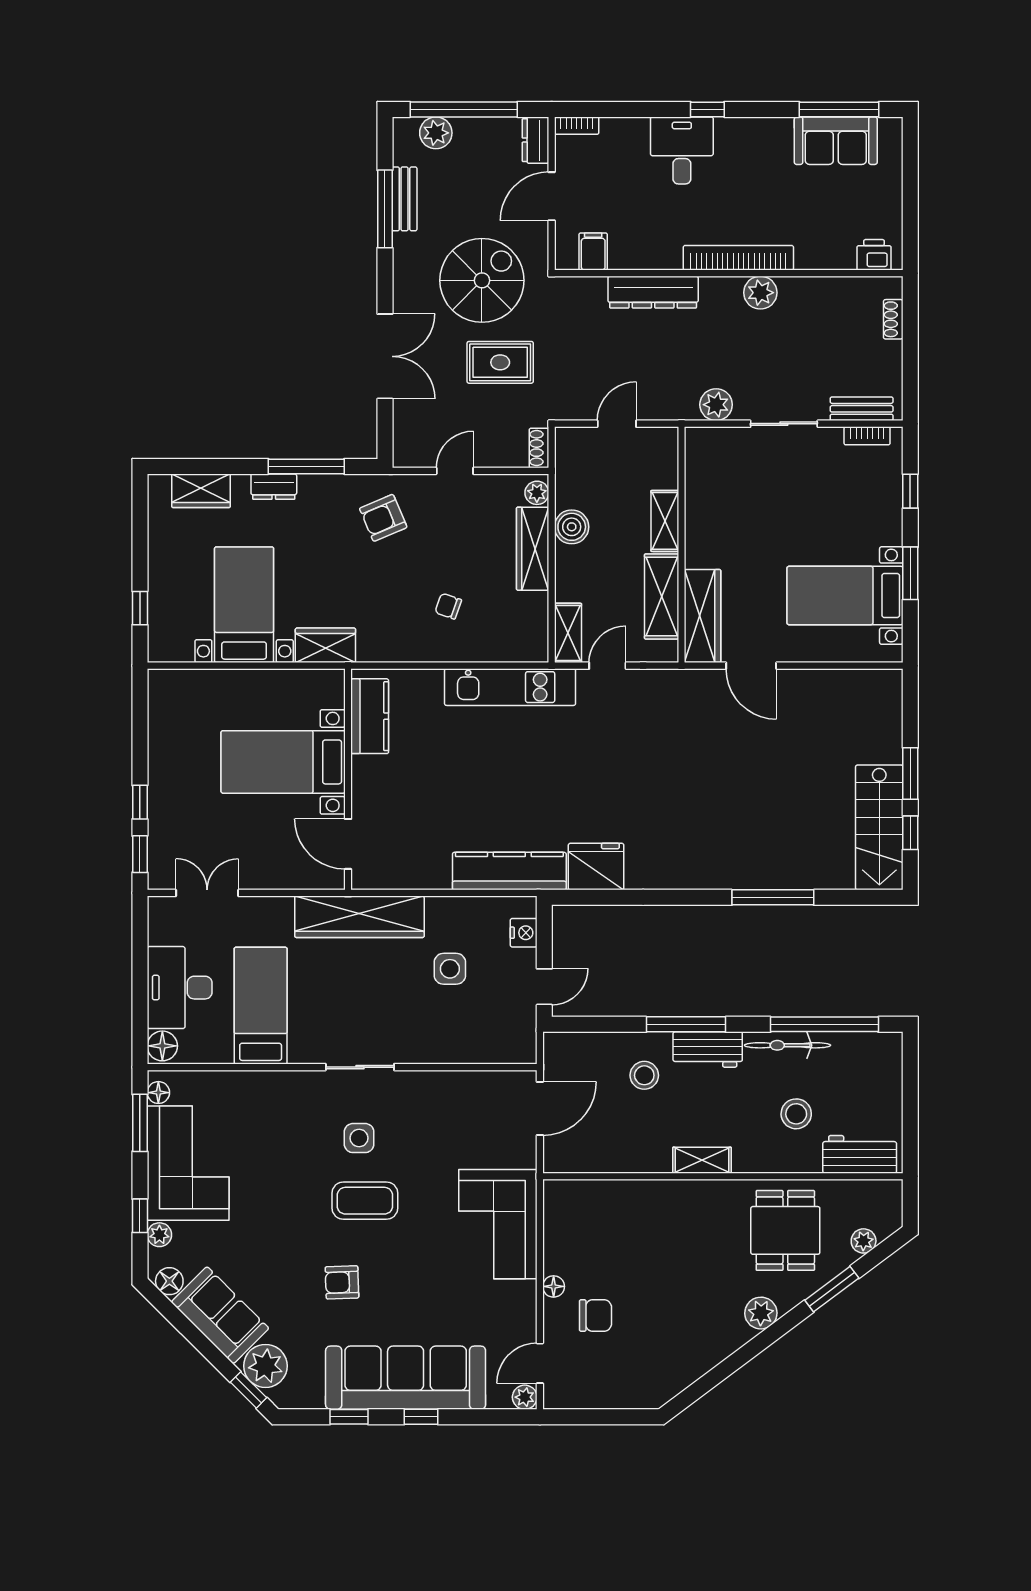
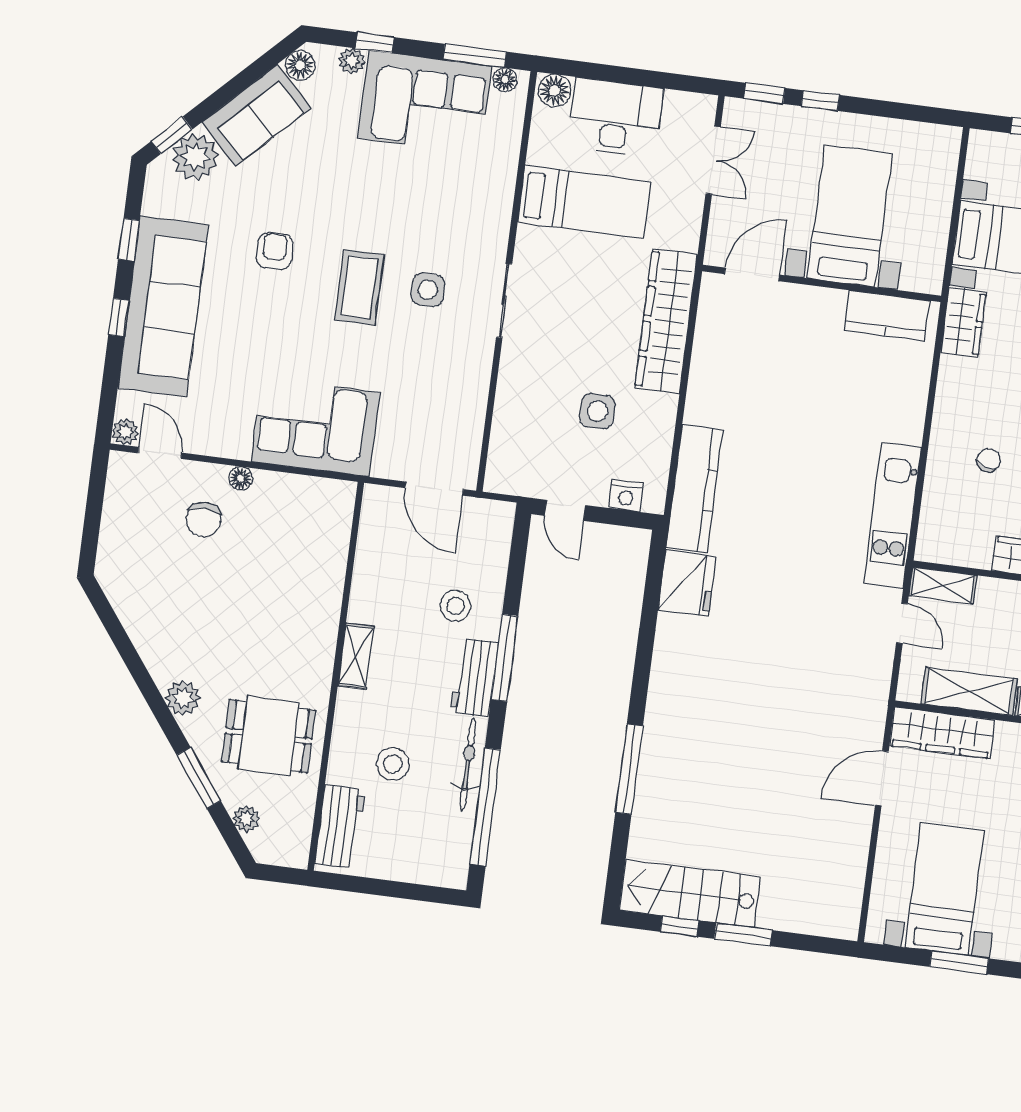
kitchen counter: (370, 716) -> (887, 316), moved
bed with nightstands: (283, 762) -> (849, 216), moved
wall: (348, 779) -> (822, 283), moved
door: (348, 844) -> (752, 274), moved

